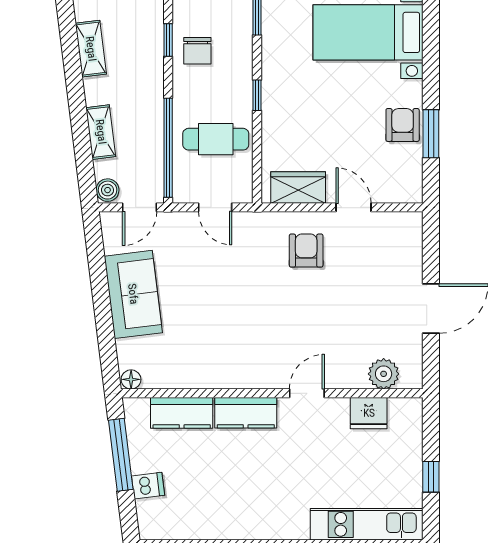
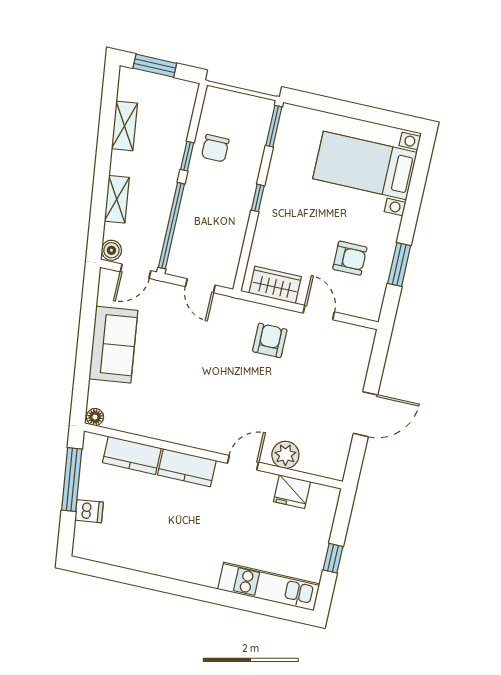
window: (168, 40) -> (187, 156), moved
armchair: (403, 125) -> (350, 258), moved, turned 90
cafe table: (216, 139) -> (214, 228), removed
plant: (384, 374) -> (285, 455), moved

